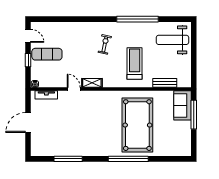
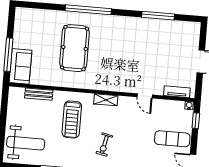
window: (28, 60) -> (196, 121), moved
shelving: (92, 83) -> (106, 100), moved
pool table: (137, 125) -> (75, 48), width x0.73, depth x0.76

